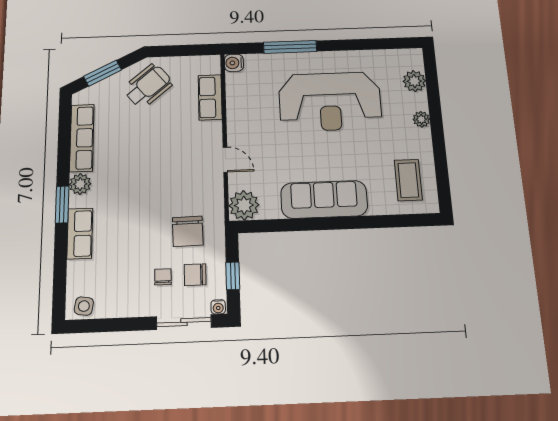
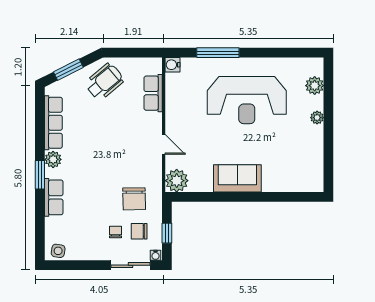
coffee table: (408, 180) -> (302, 166), removed
sofa: (324, 199) -> (237, 178), width x0.73

